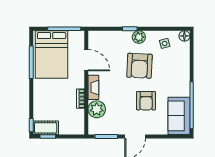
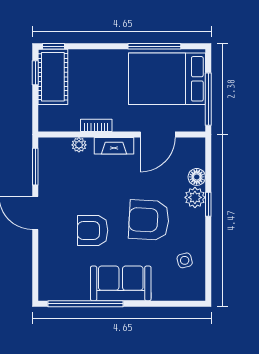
floor lamp: (184, 36) -> (197, 177), moved
plant: (139, 37) -> (195, 197), moved
plant: (97, 109) -> (79, 145), width x0.53, depth x0.53
sofa: (179, 116) -> (121, 283), moved
cot: (46, 128) -> (53, 77), width x1.37, depth x1.34

